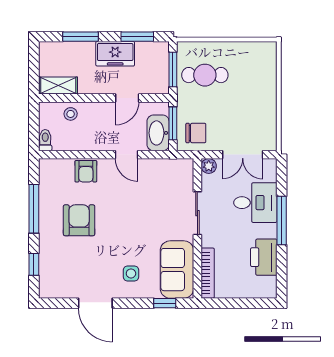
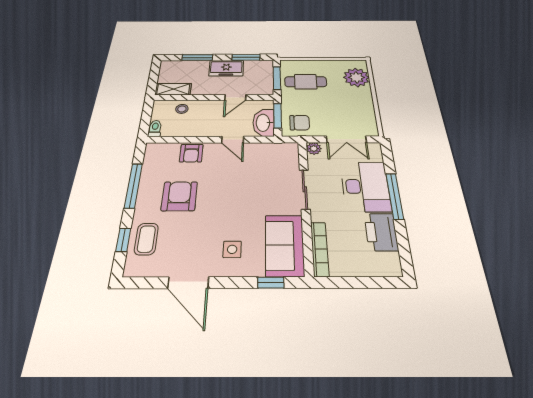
plant: (262, 69) -> (356, 77), added
desk: (255, 203) -> (365, 186), width x1.37
coffee table: (54, 264) -> (146, 239), added

